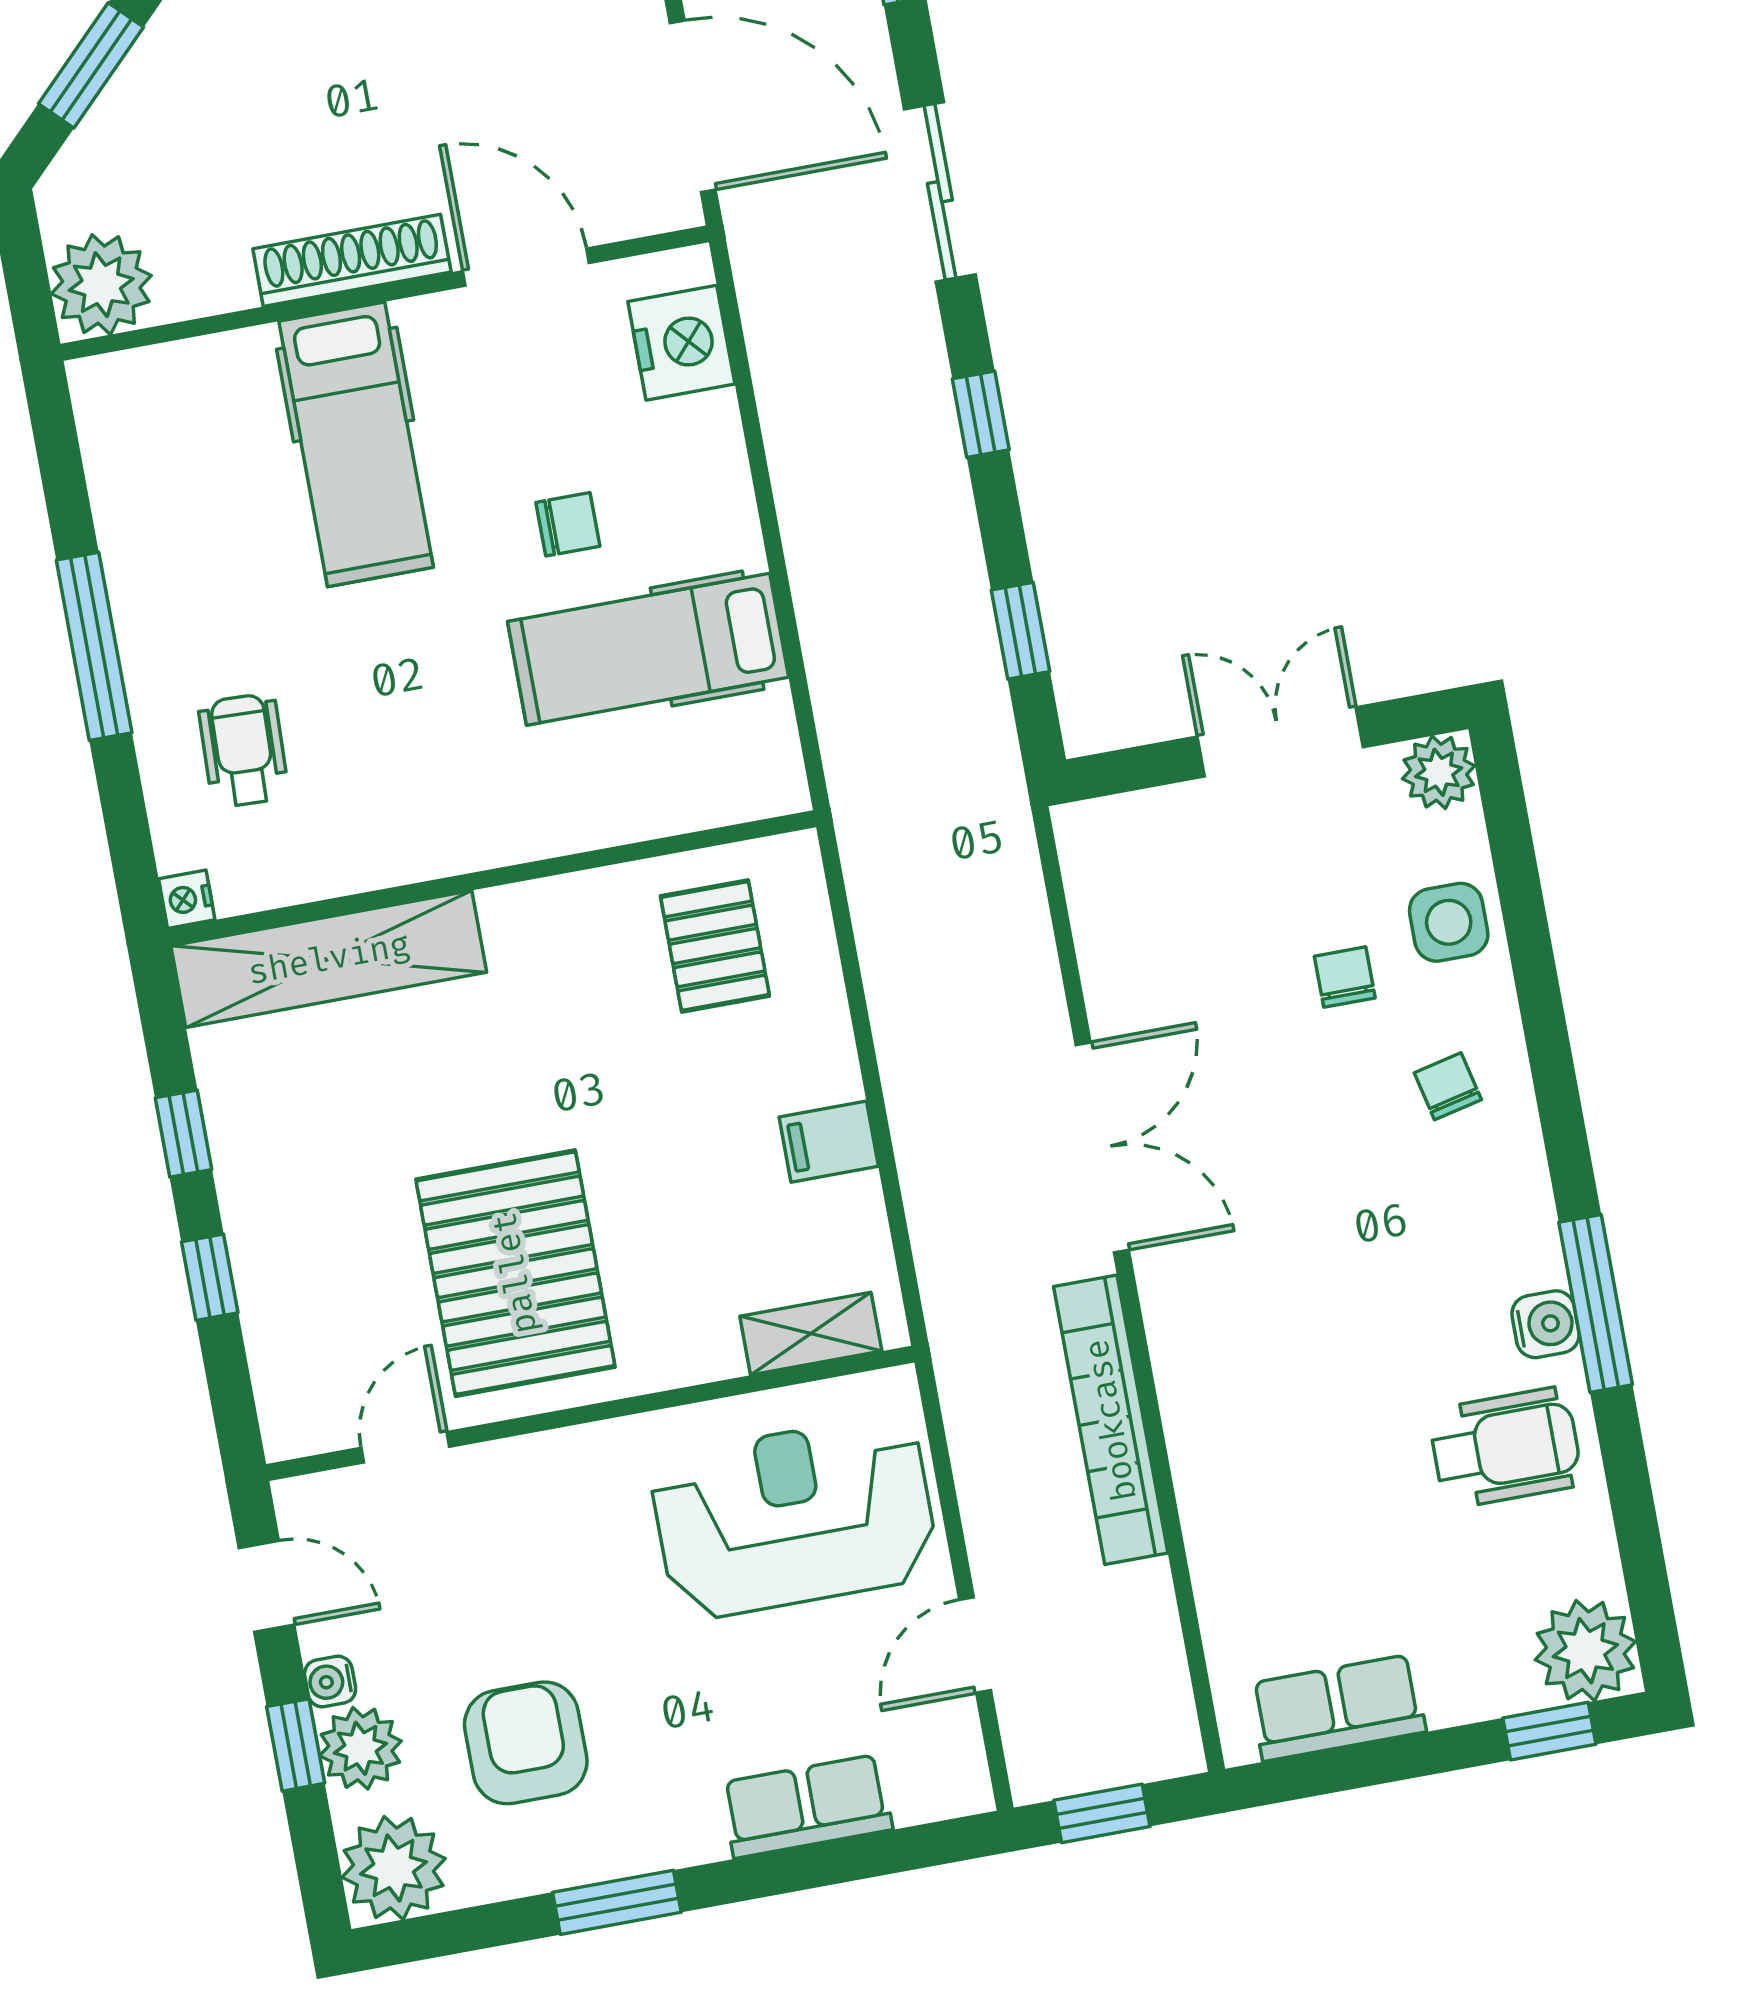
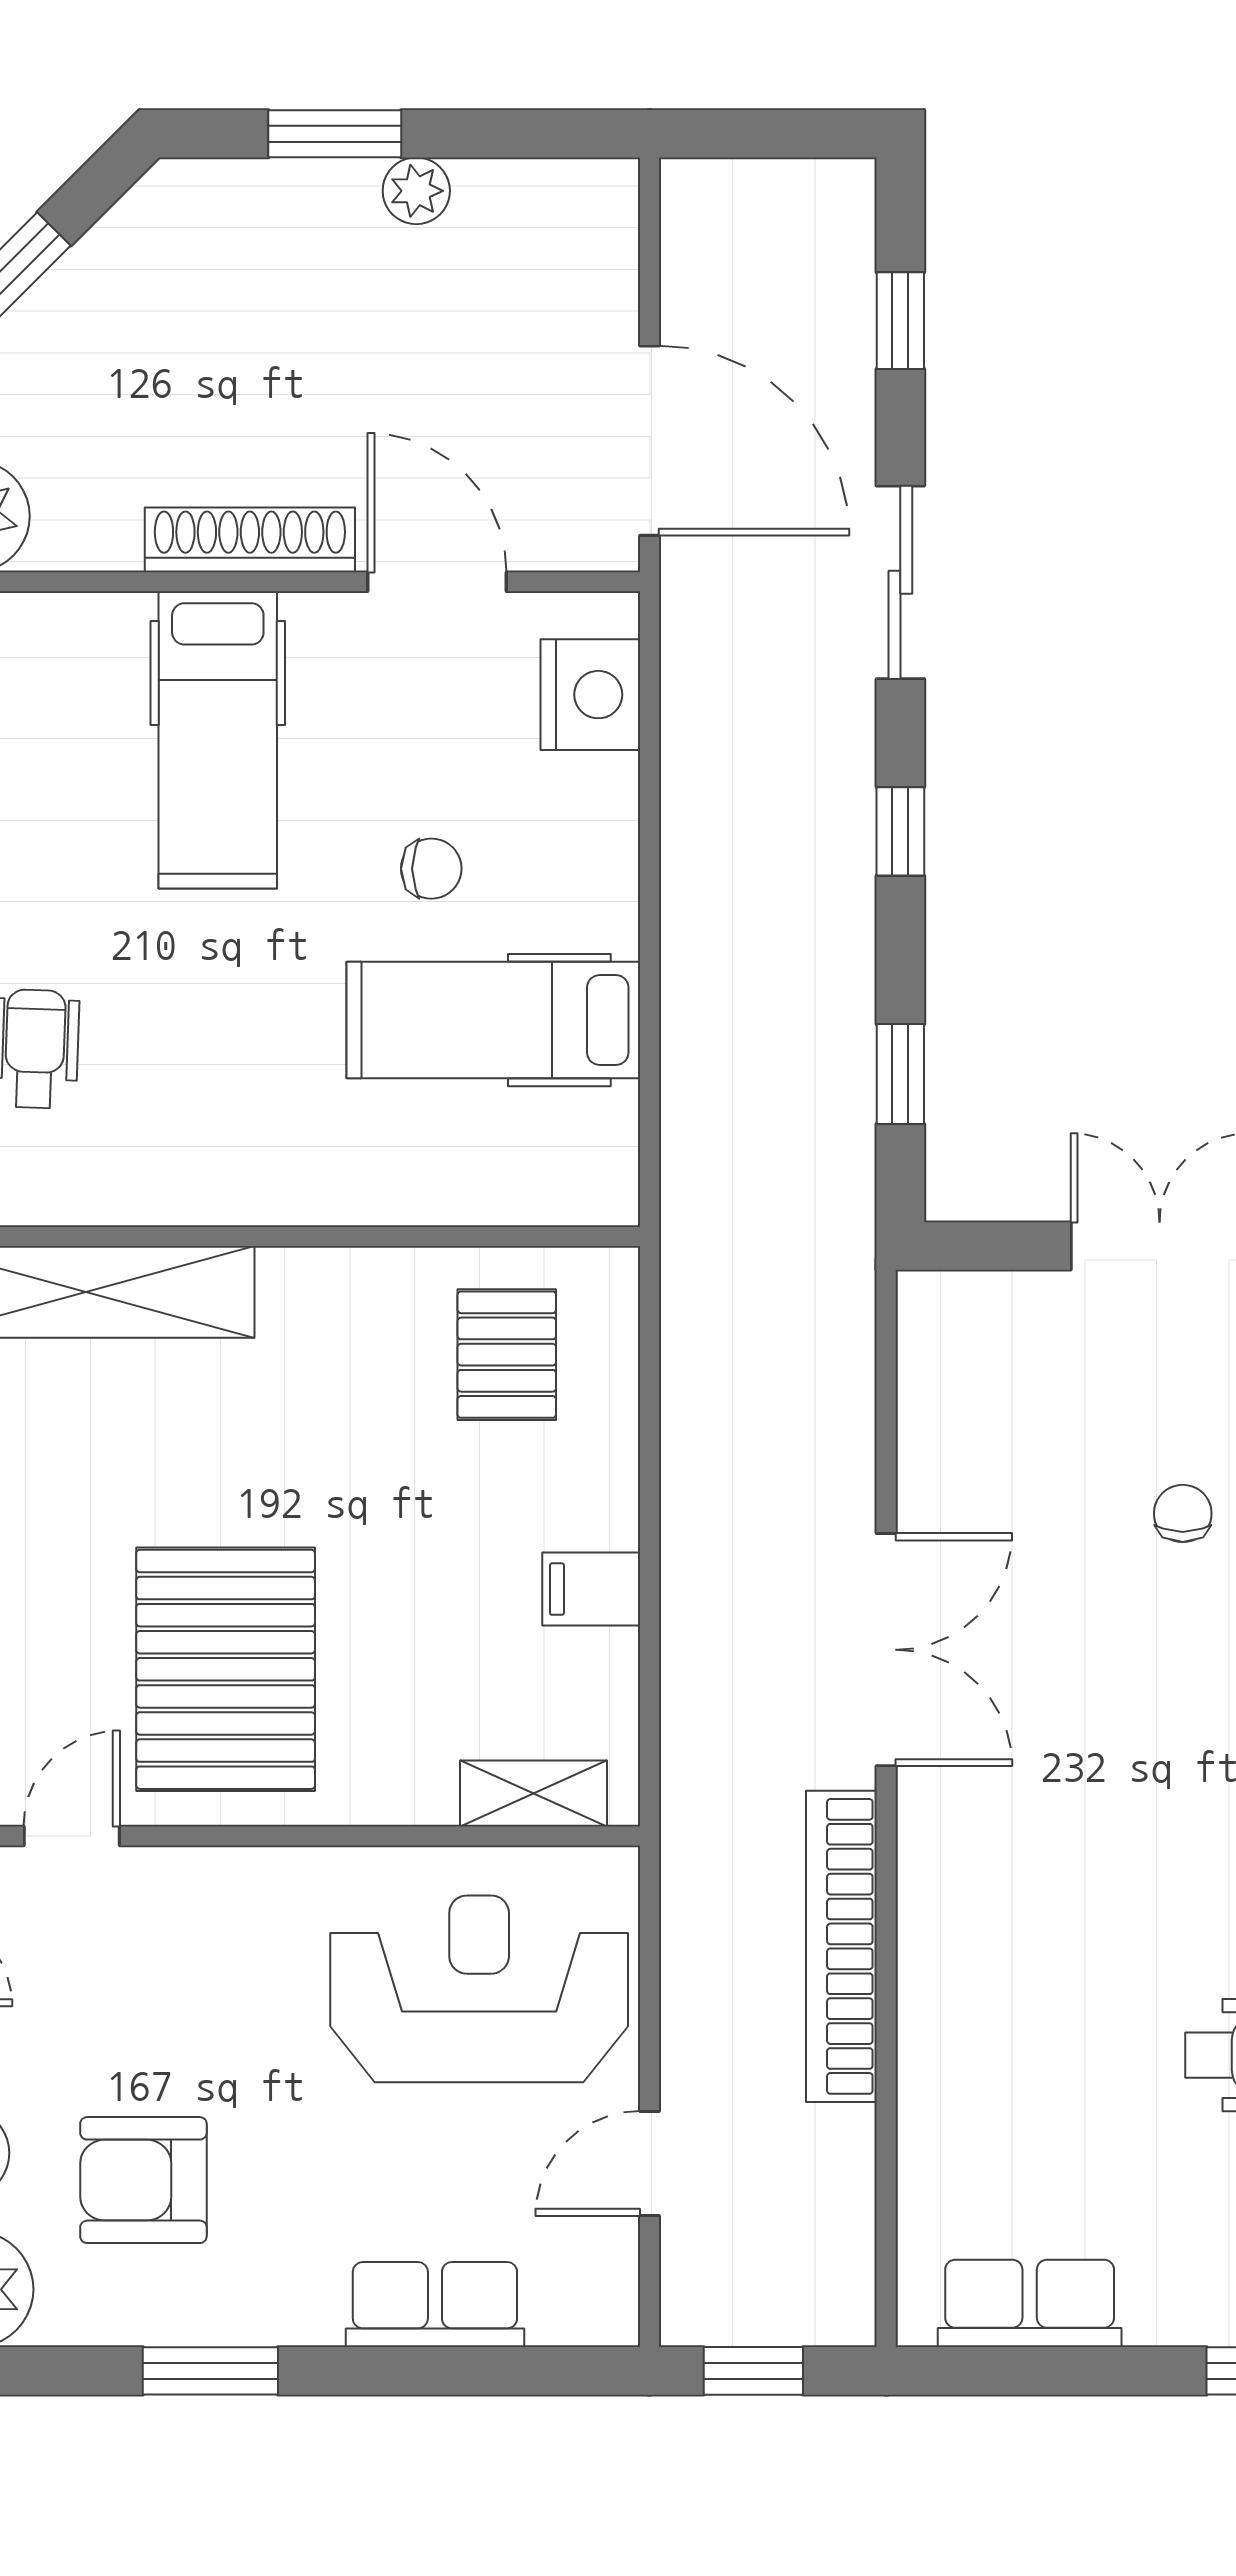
armchair: (526, 1743) -> (143, 2180), turned -90

